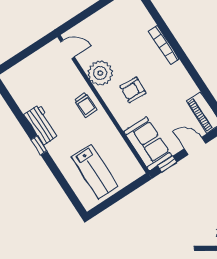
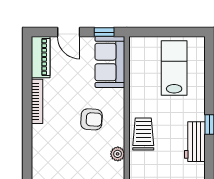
bookcase: (164, 45) -> (37, 101), moved
plant: (100, 73) -> (118, 154), width x0.53, depth x0.53
trolley: (85, 105) -> (143, 134), width x1.36, depth x1.39

